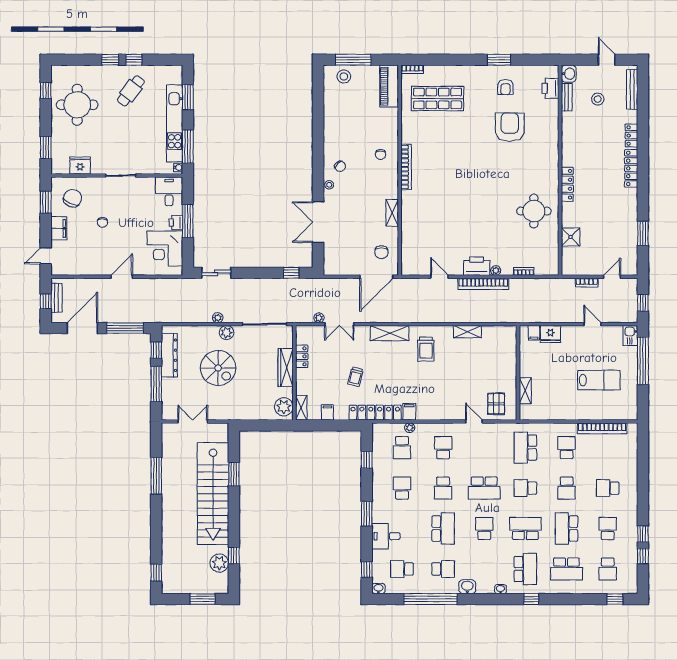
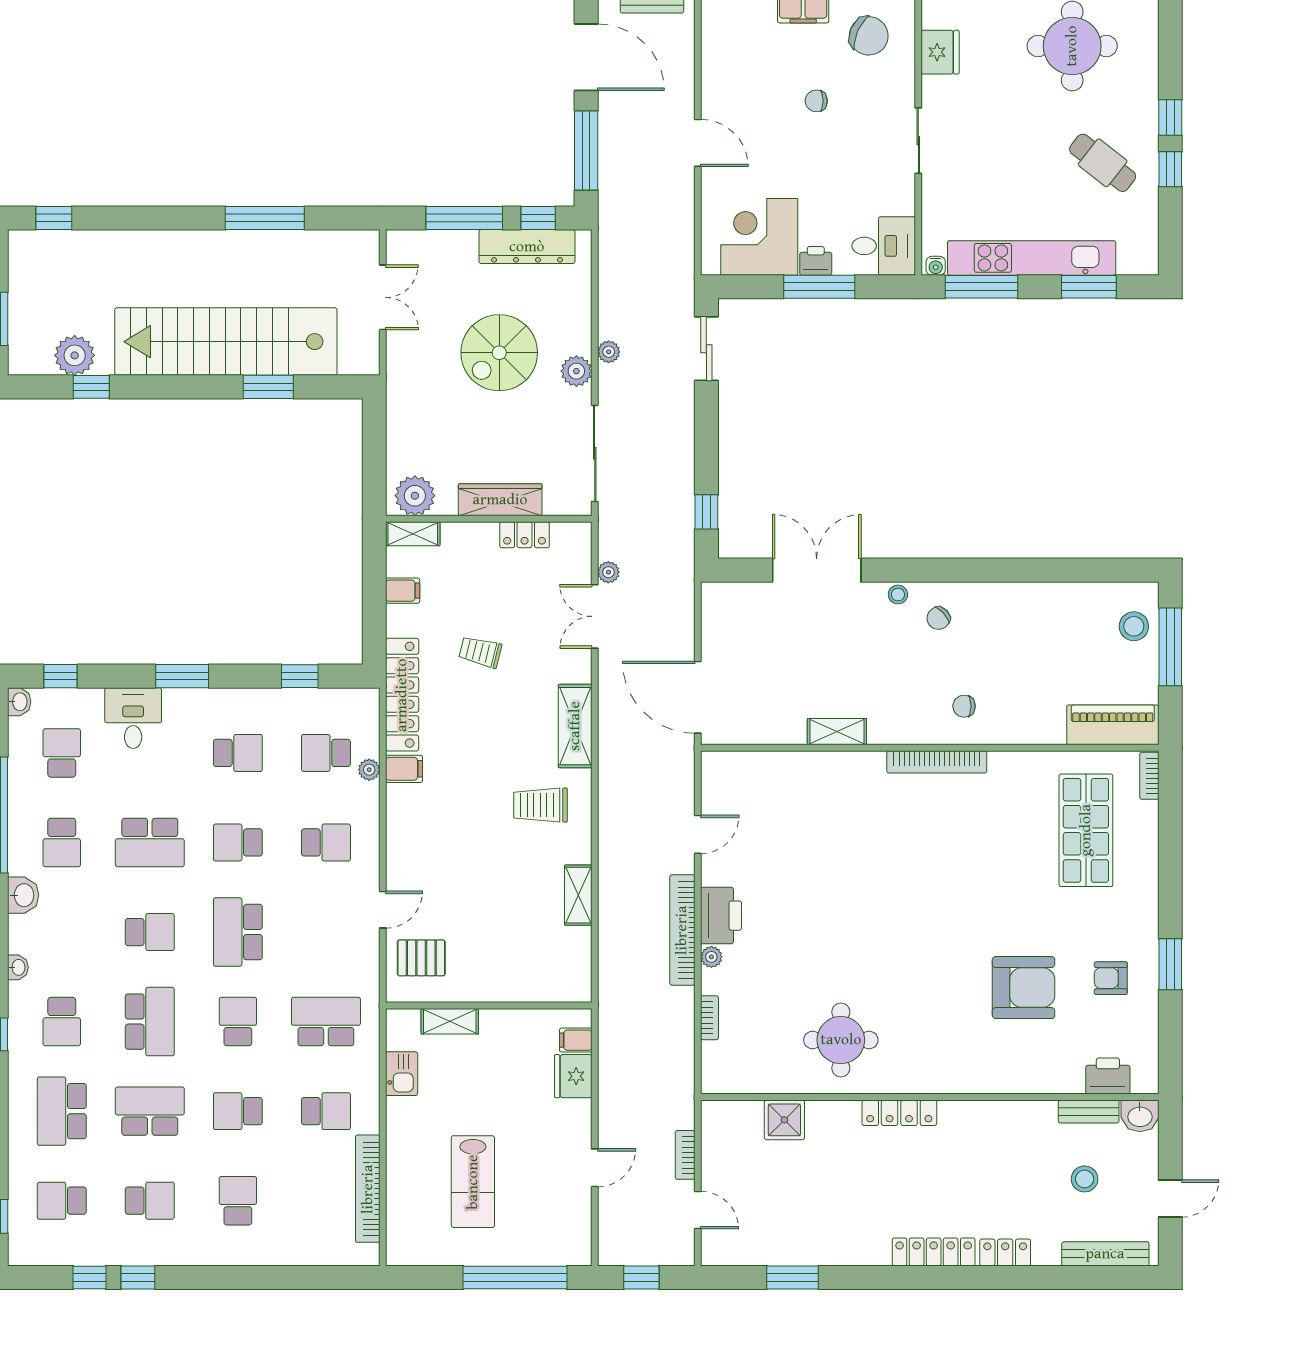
chair: (381, 252) -> (751, 708), removed
kitchen sink: (630, 336) -> (402, 1074), moved, turned 90
school desk: (525, 569) -> (62, 1022), width x0.54

